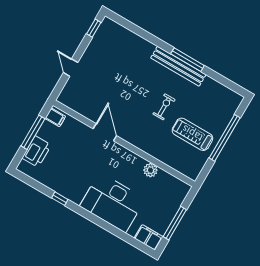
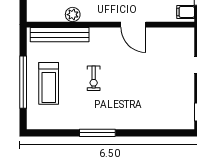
bench: (178, 66) -> (60, 35), moved
treadmill: (192, 134) -> (49, 83), moved, turned 90

